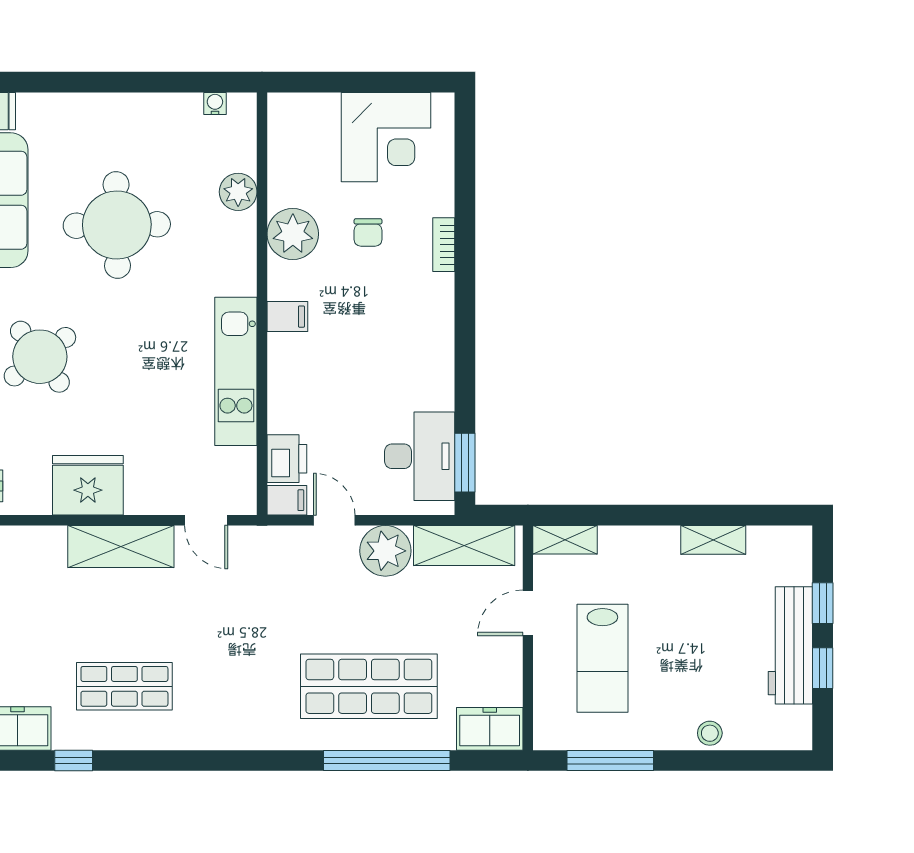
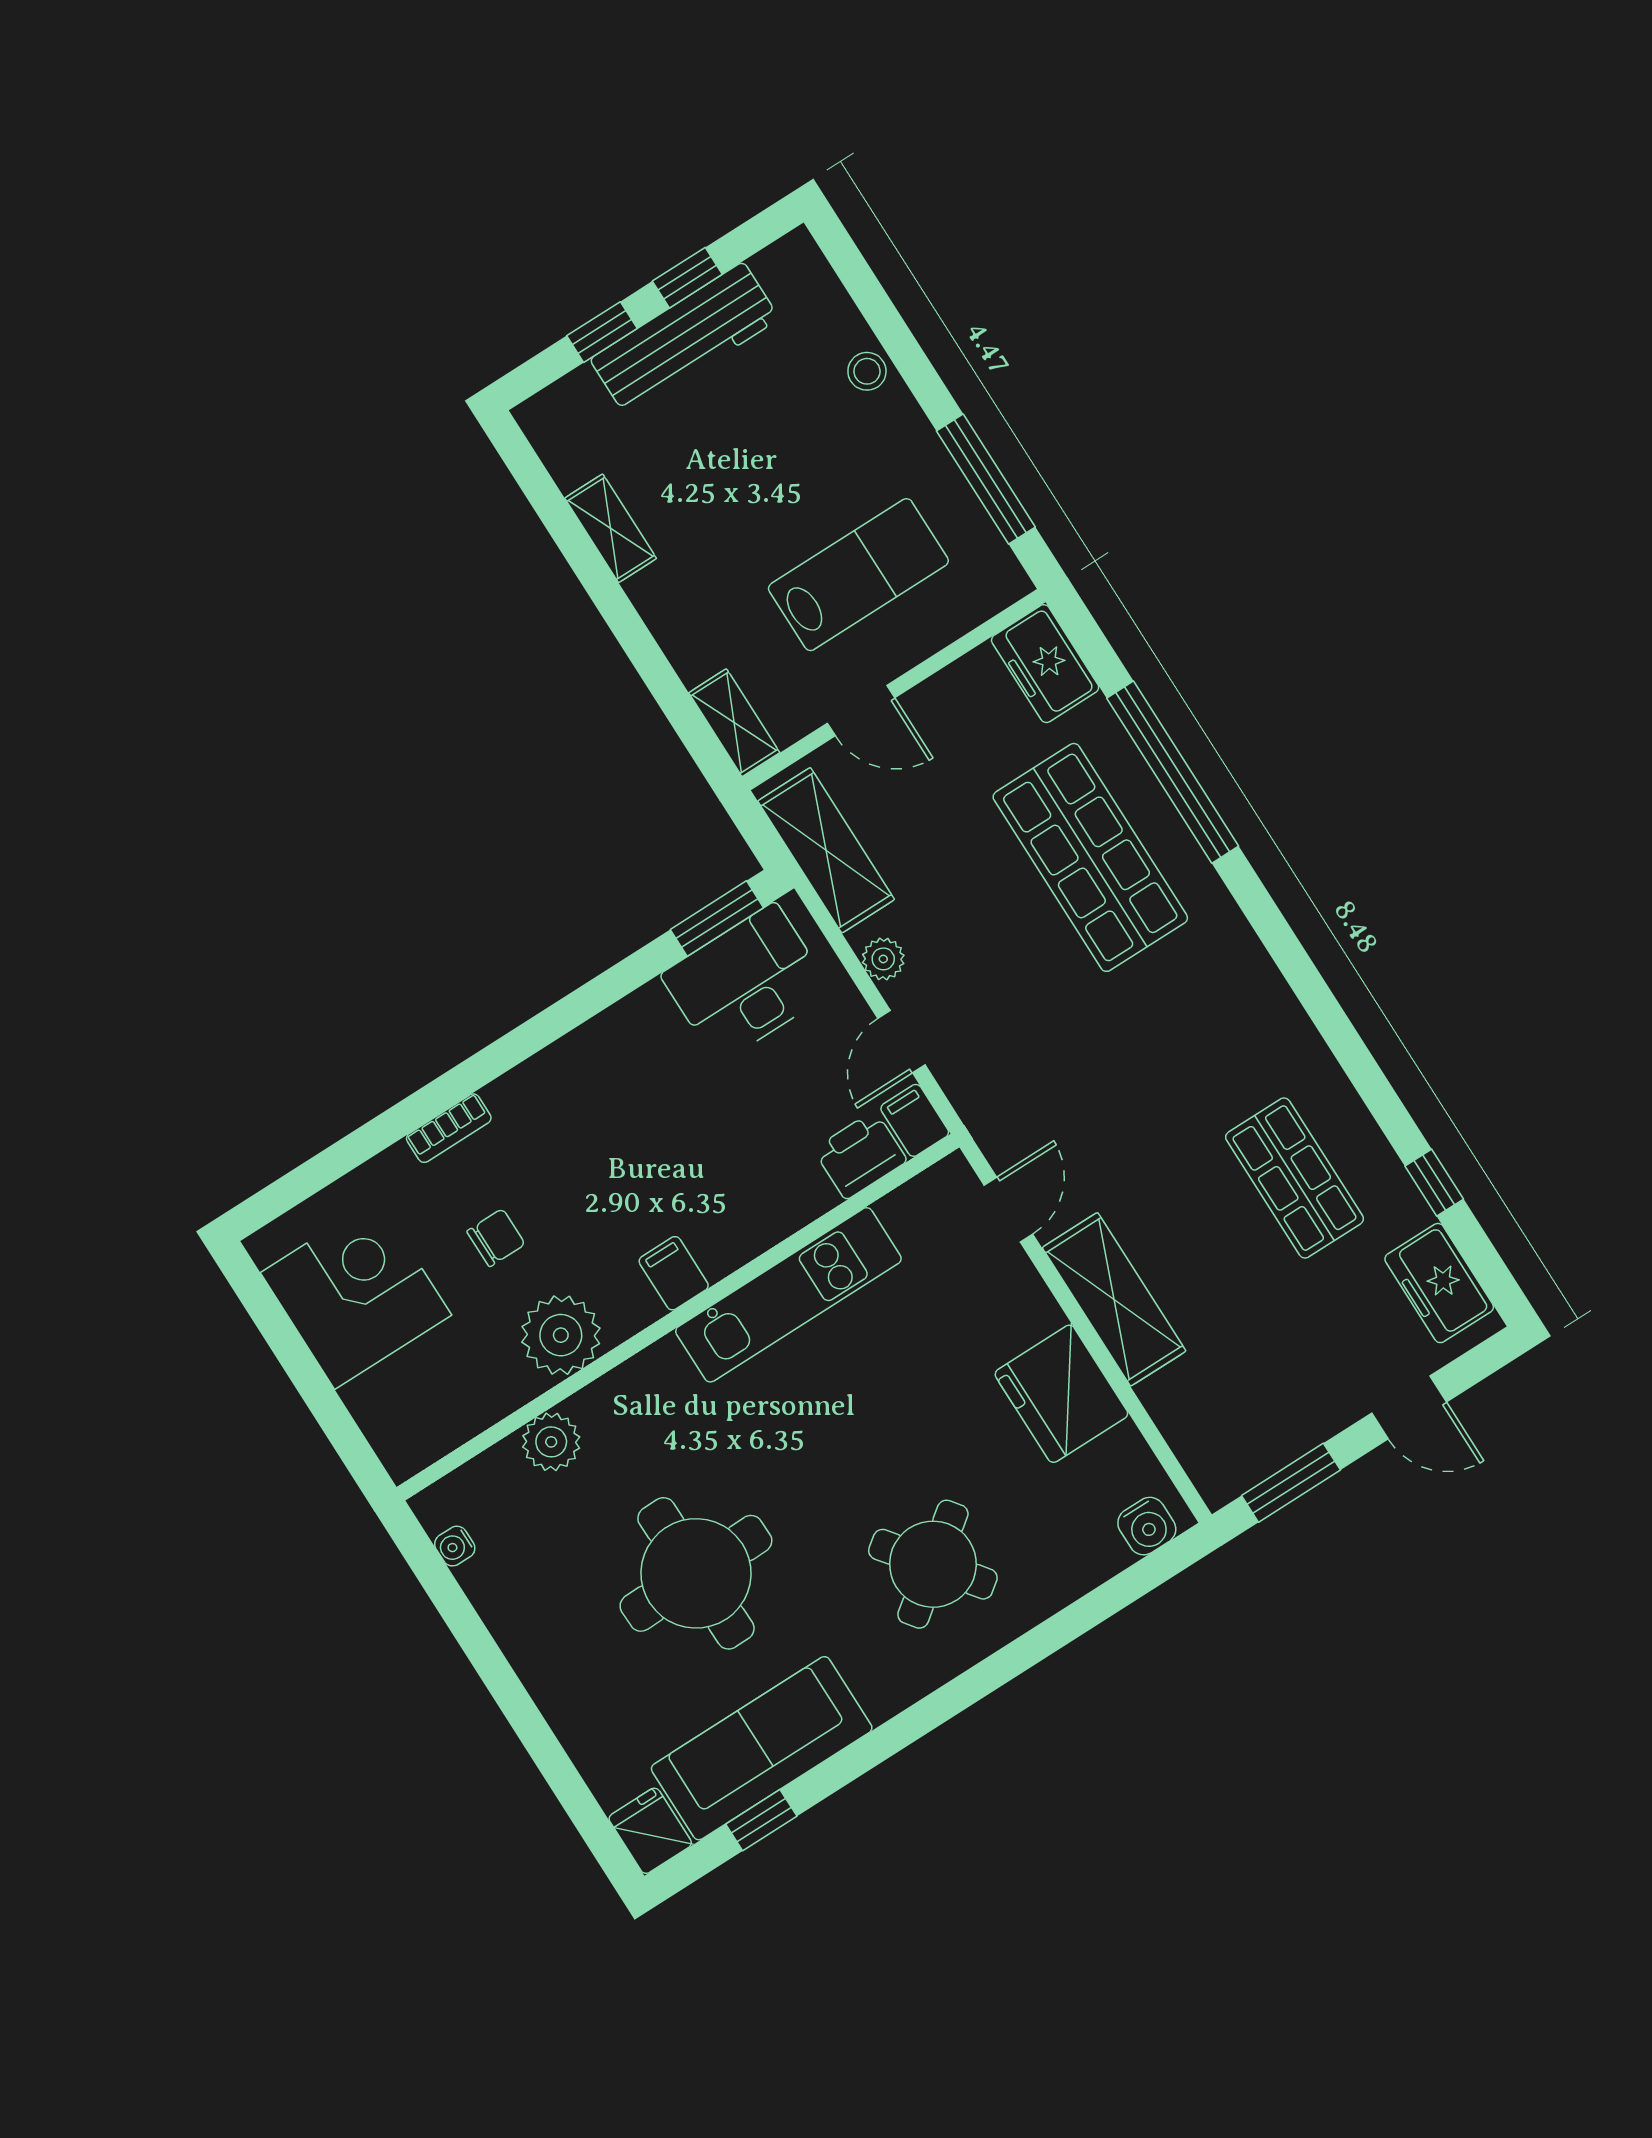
plant: (385, 551) -> (883, 959), width x0.53, depth x0.53

